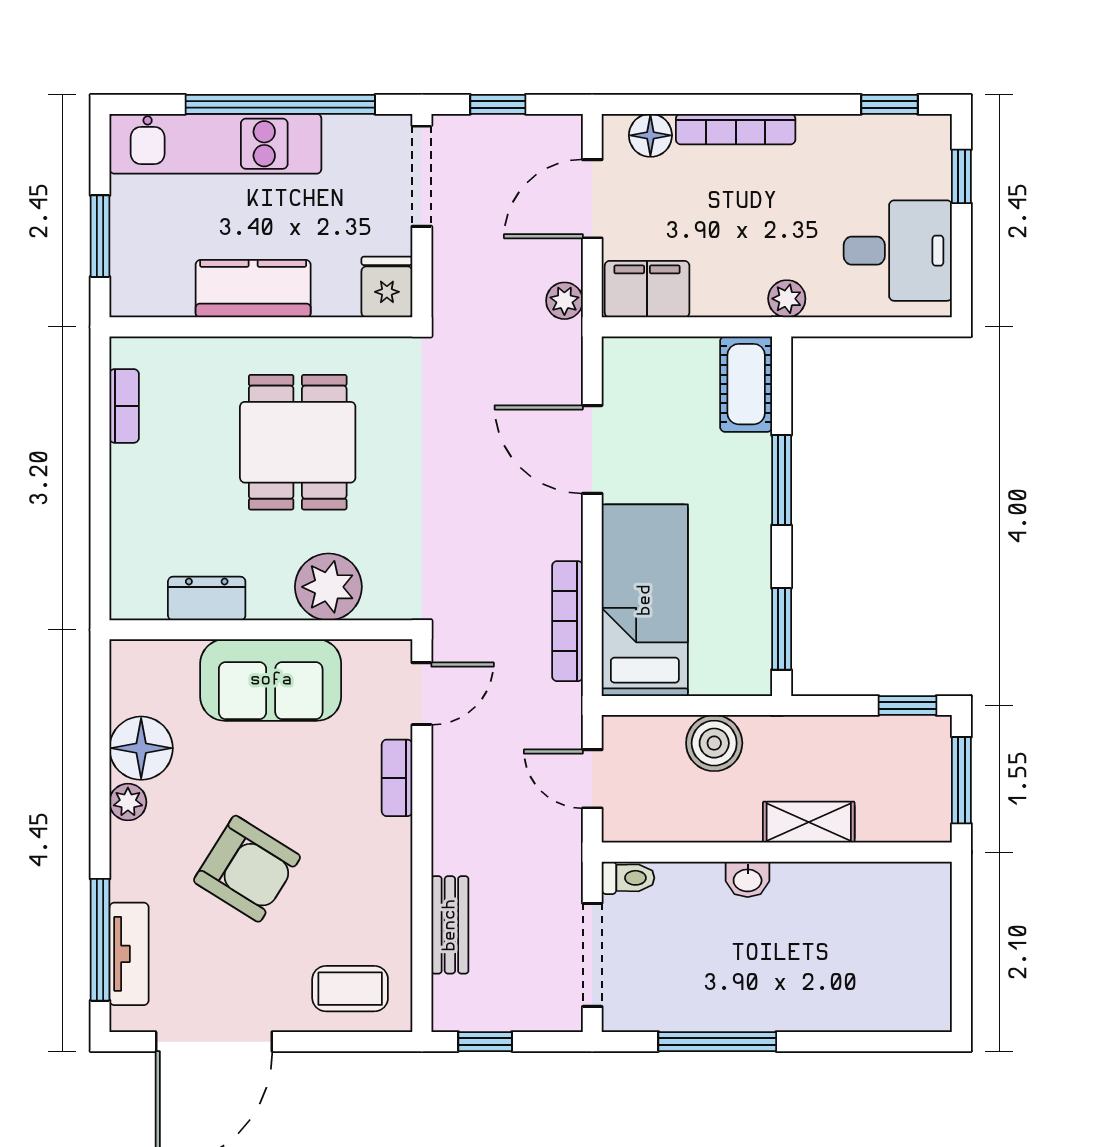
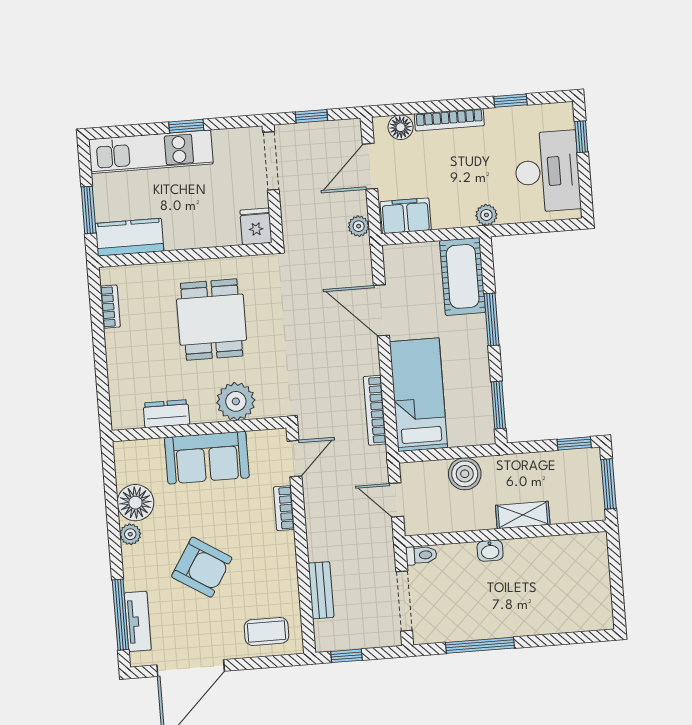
window: (280, 104) -> (186, 126), width x0.32
window: (890, 104) -> (510, 101), moved
desk: (898, 251) -> (547, 172), width x1.37
kitchen counter: (253, 289) -> (129, 237), moved
cot: (746, 384) -> (463, 276), width x1.37, depth x1.34

